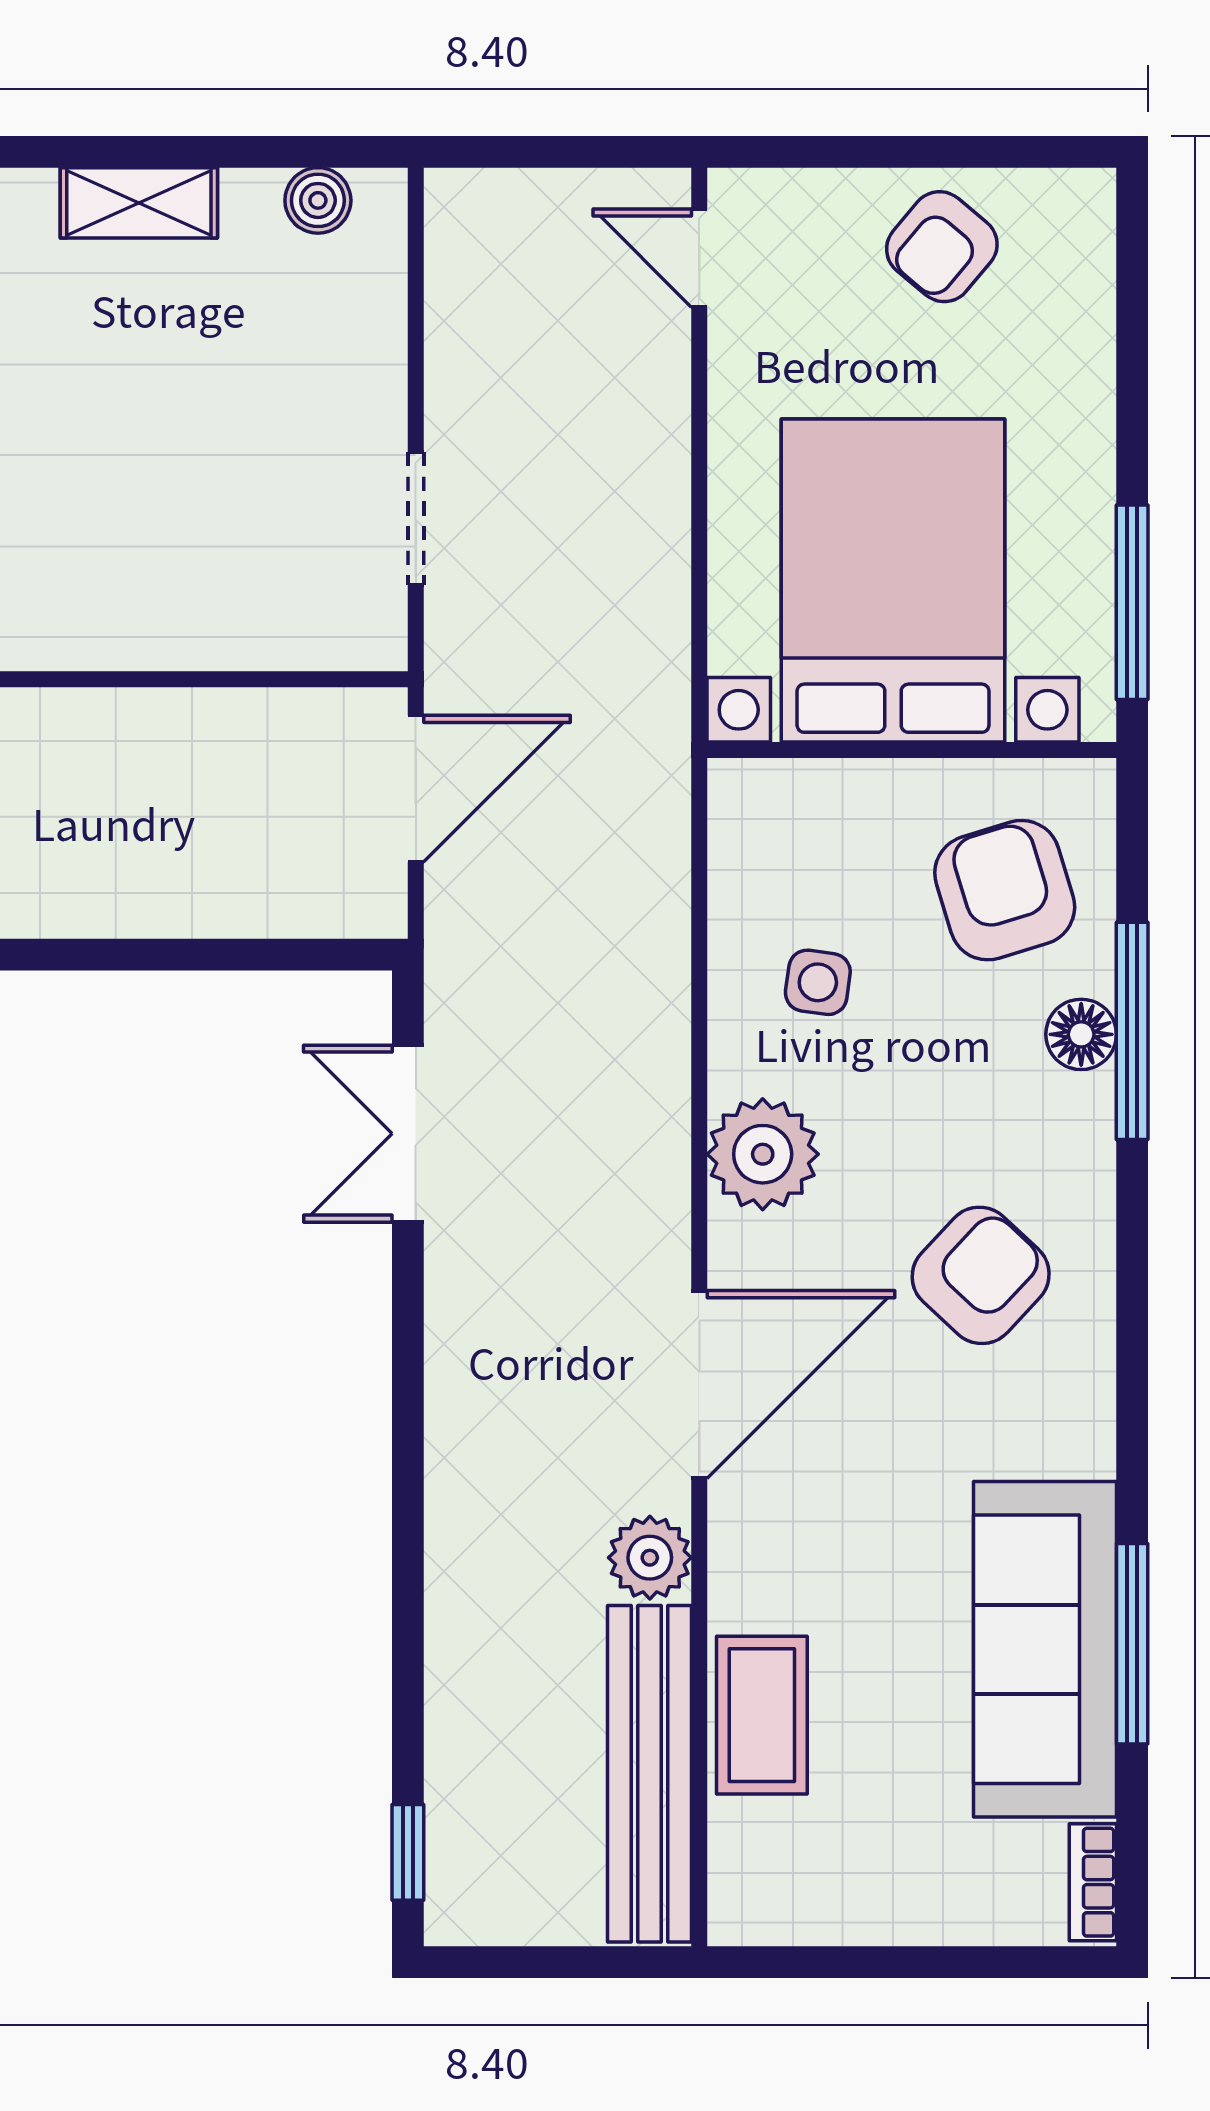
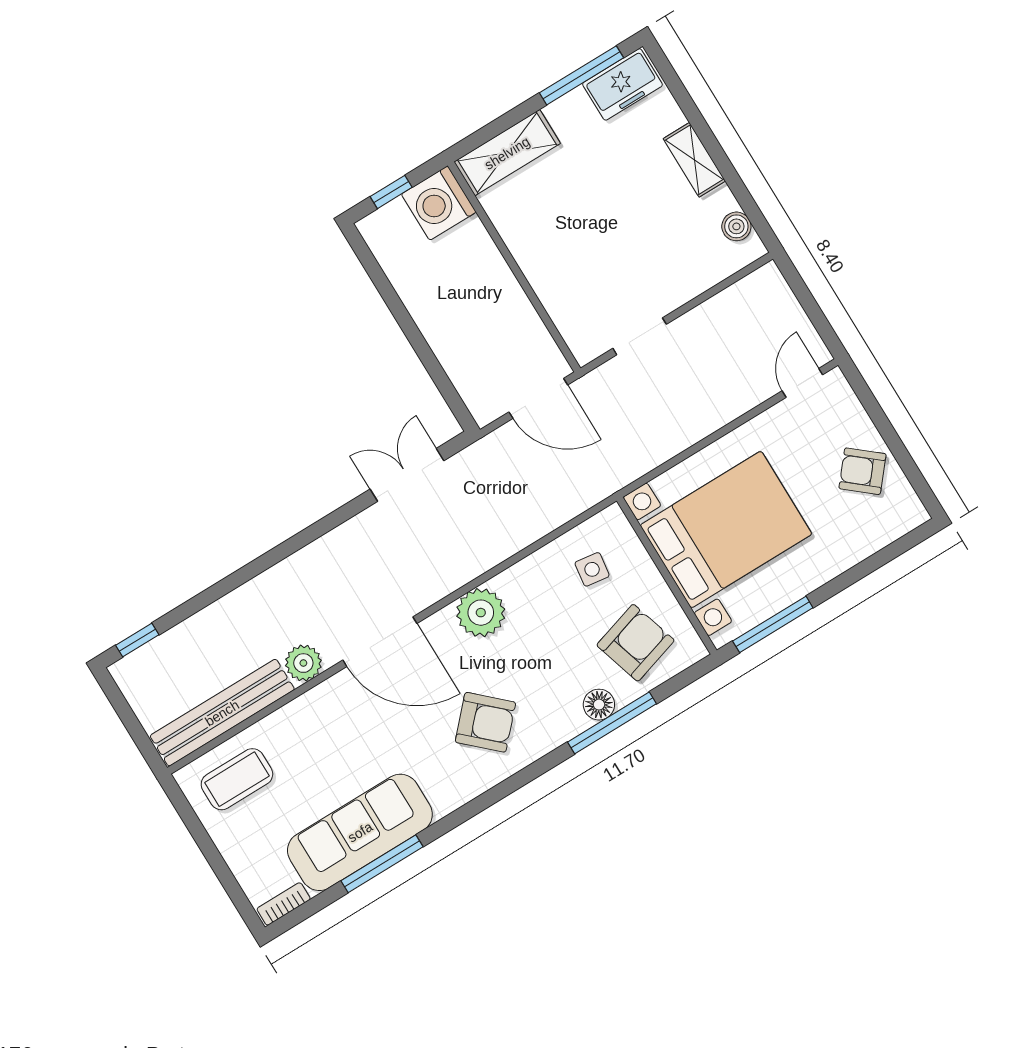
side table: (818, 982) -> (592, 569), moved
coffee table: (762, 1715) -> (237, 779), moved

